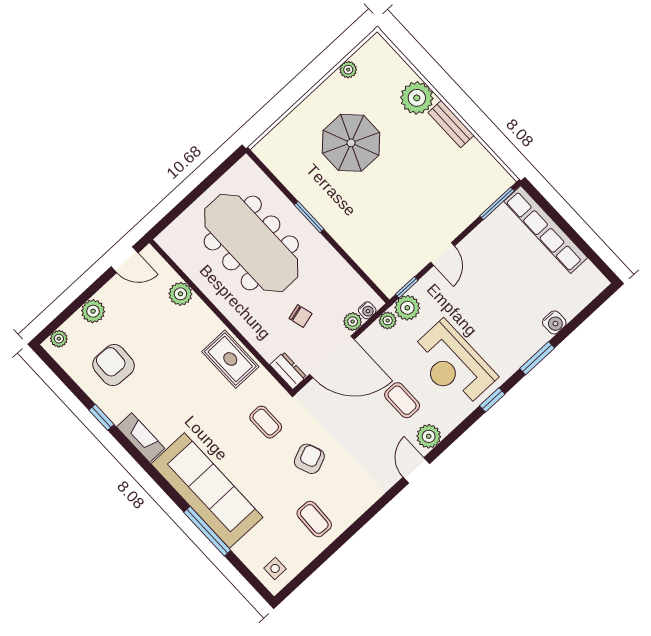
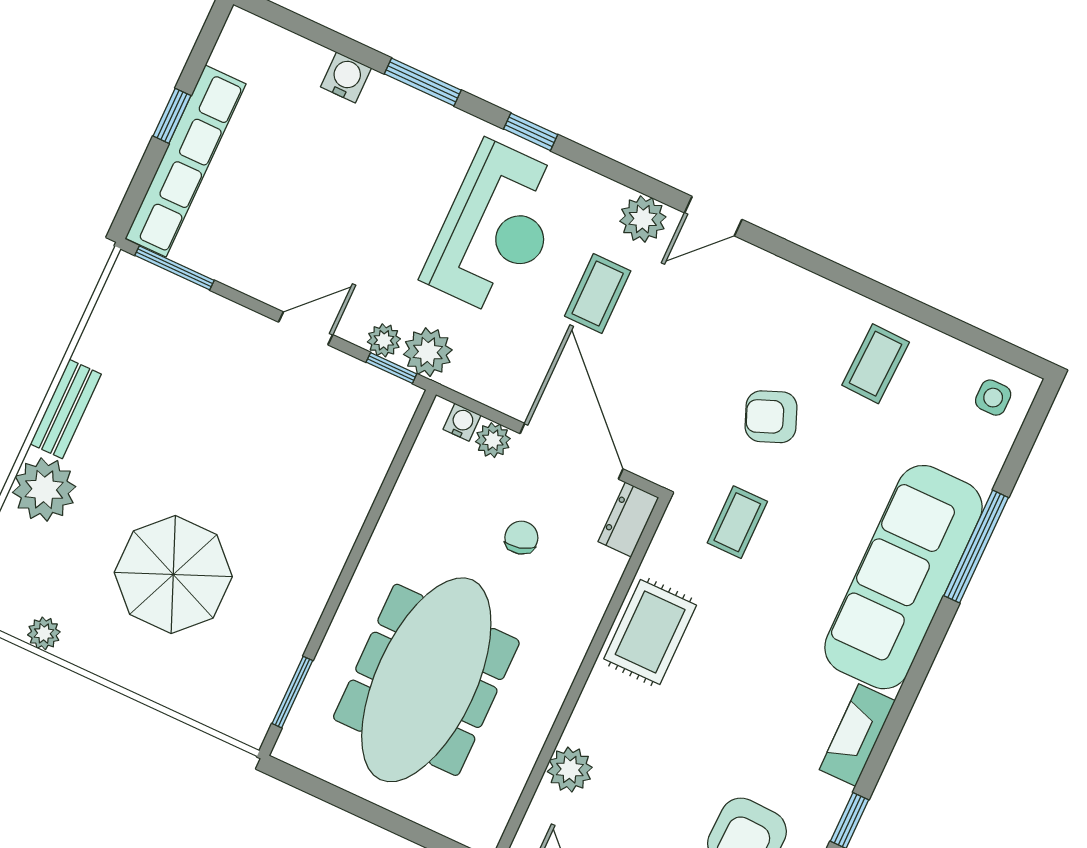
window: (309, 217) -> (292, 692), moved
window: (570, 232) -> (172, 116), added
plant: (388, 321) -> (384, 340), moved

